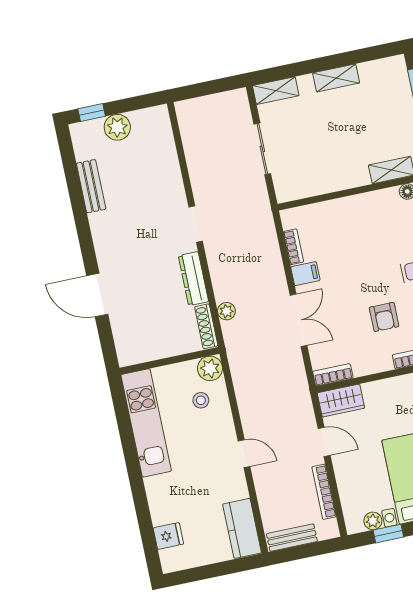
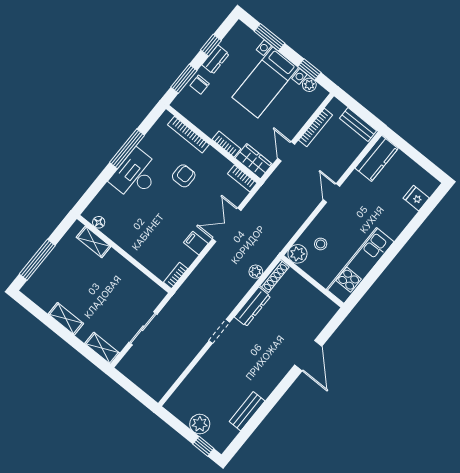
bookcase: (293, 247) -> (176, 276), moved
bookcase: (381, 387) -> (226, 144), added

